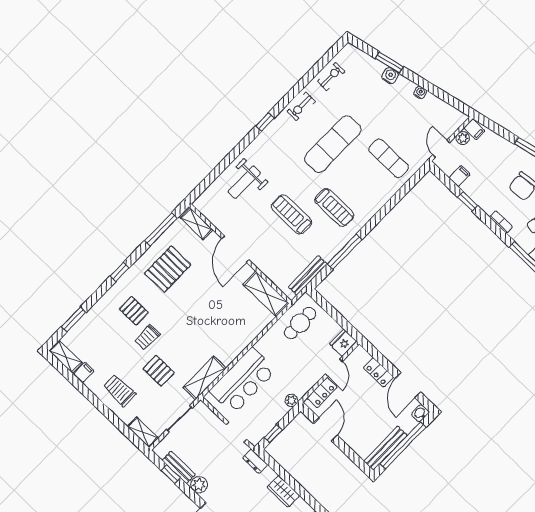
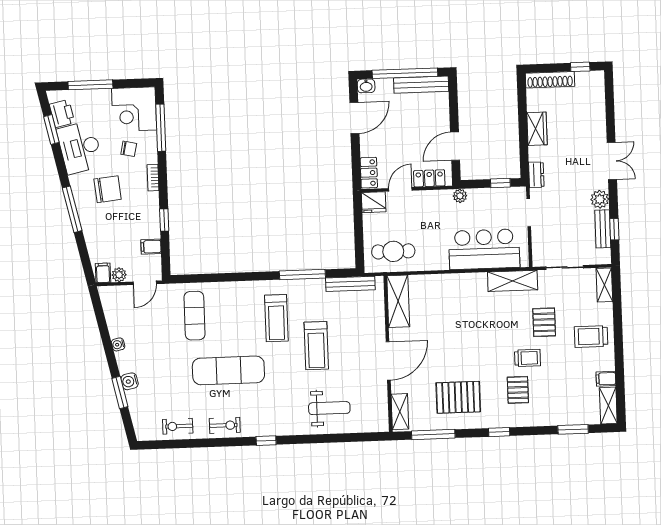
treadmill: (334, 207) -> (276, 318), turned 180
locker: (379, 372) -> (369, 173), moved
trolley: (120, 391) -> (591, 336), turned 90

